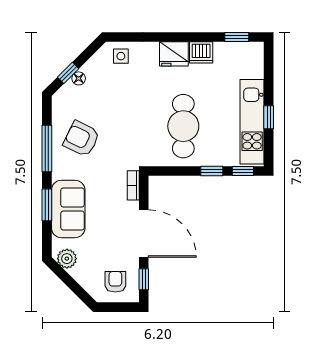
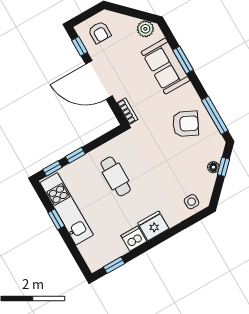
cafe table: (183, 126) -> (116, 176), width x0.73, depth x0.74
window: (47, 148) -> (215, 115), moved

